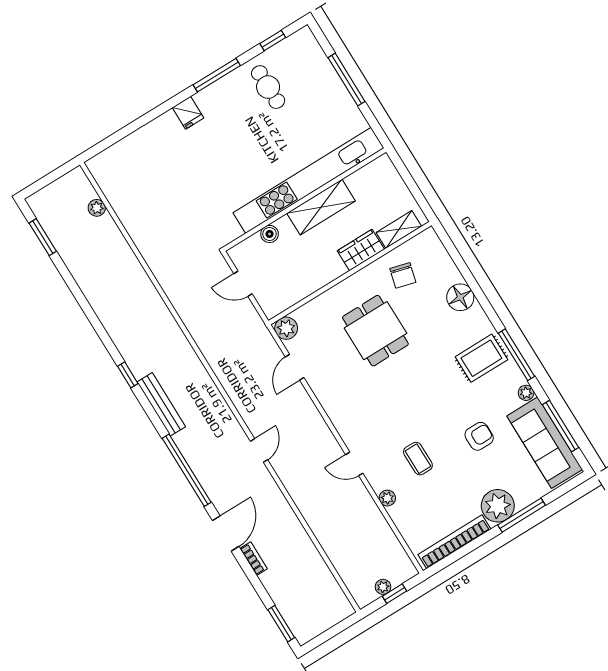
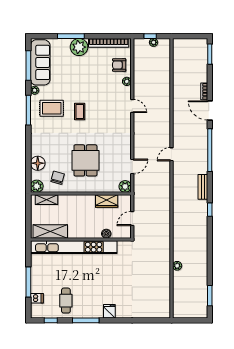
dishwasher: (317, 62) -> (37, 298), added
shelving: (321, 207) -> (50, 231), moved
plant: (97, 208) -> (177, 266), moved
plant: (428, 241) -> (37, 186), added
wardrobe: (361, 250) -> (107, 201), moved
door: (243, 284) -> (132, 219), swing flipped
floor lamp: (460, 297) -> (38, 163), moved
rug: (481, 358) -> (52, 108), moved
bench: (161, 404) -> (203, 187), width x0.73
armchair: (479, 436) -> (119, 65), moved
door: (259, 450) -> (172, 154), moved
coffee table: (418, 459) -> (80, 112), moved
door: (226, 533) -> (210, 110), hinge flipped

